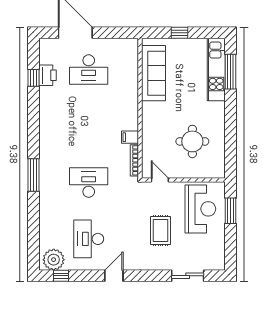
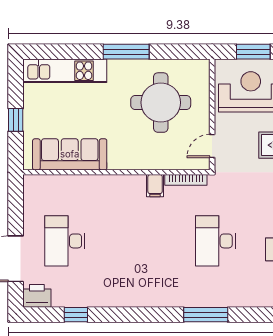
desk: (89, 70) -> (65, 241), turned 180
window: (230, 72) -> (126, 52), moved
printer: (48, 75) -> (37, 296), moved
round table: (192, 141) -> (161, 103), width x1.36, depth x1.36

